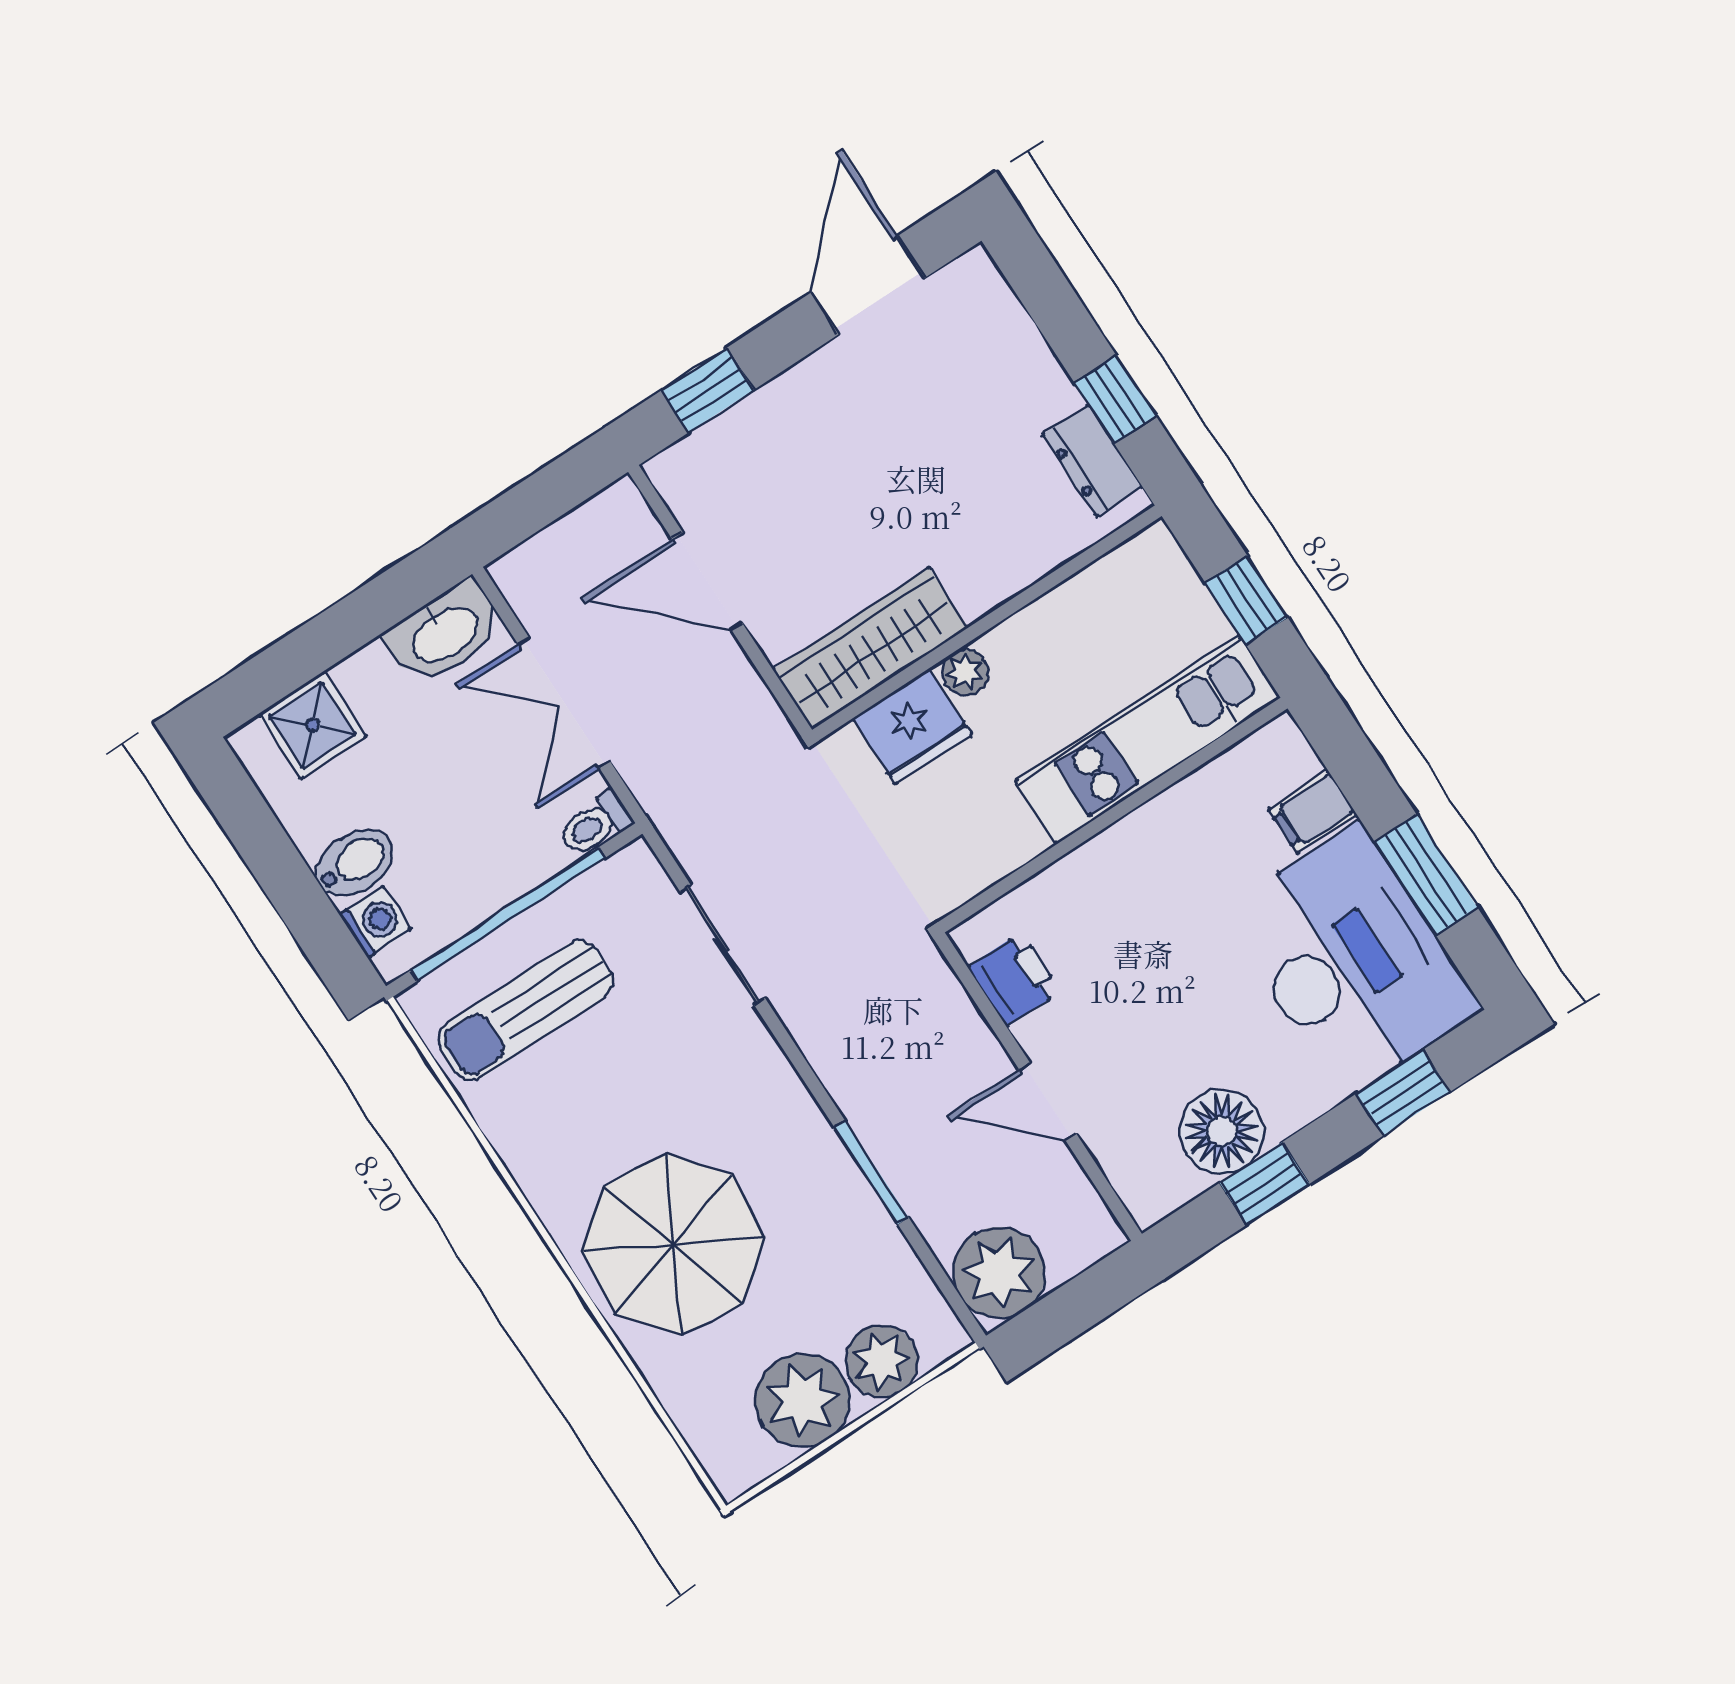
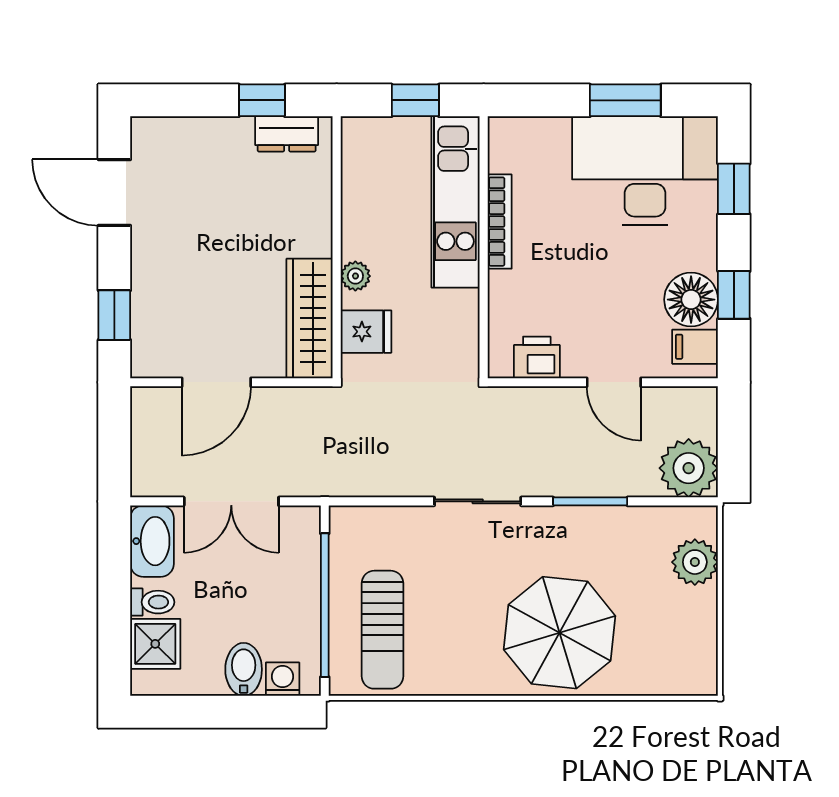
fridge: (912, 727) -> (366, 332), width x0.72
filing cabinet: (1313, 812) -> (695, 347), moved, turned 90
bookcase: (1160, 814) -> (500, 222), added
toilet: (595, 824) -> (152, 602), moved, turned -90
sliding door: (722, 945) -> (478, 501), moved
door: (1048, 1101) -> (614, 382), hinge flipped
plant: (802, 1400) -> (688, 618), removed

